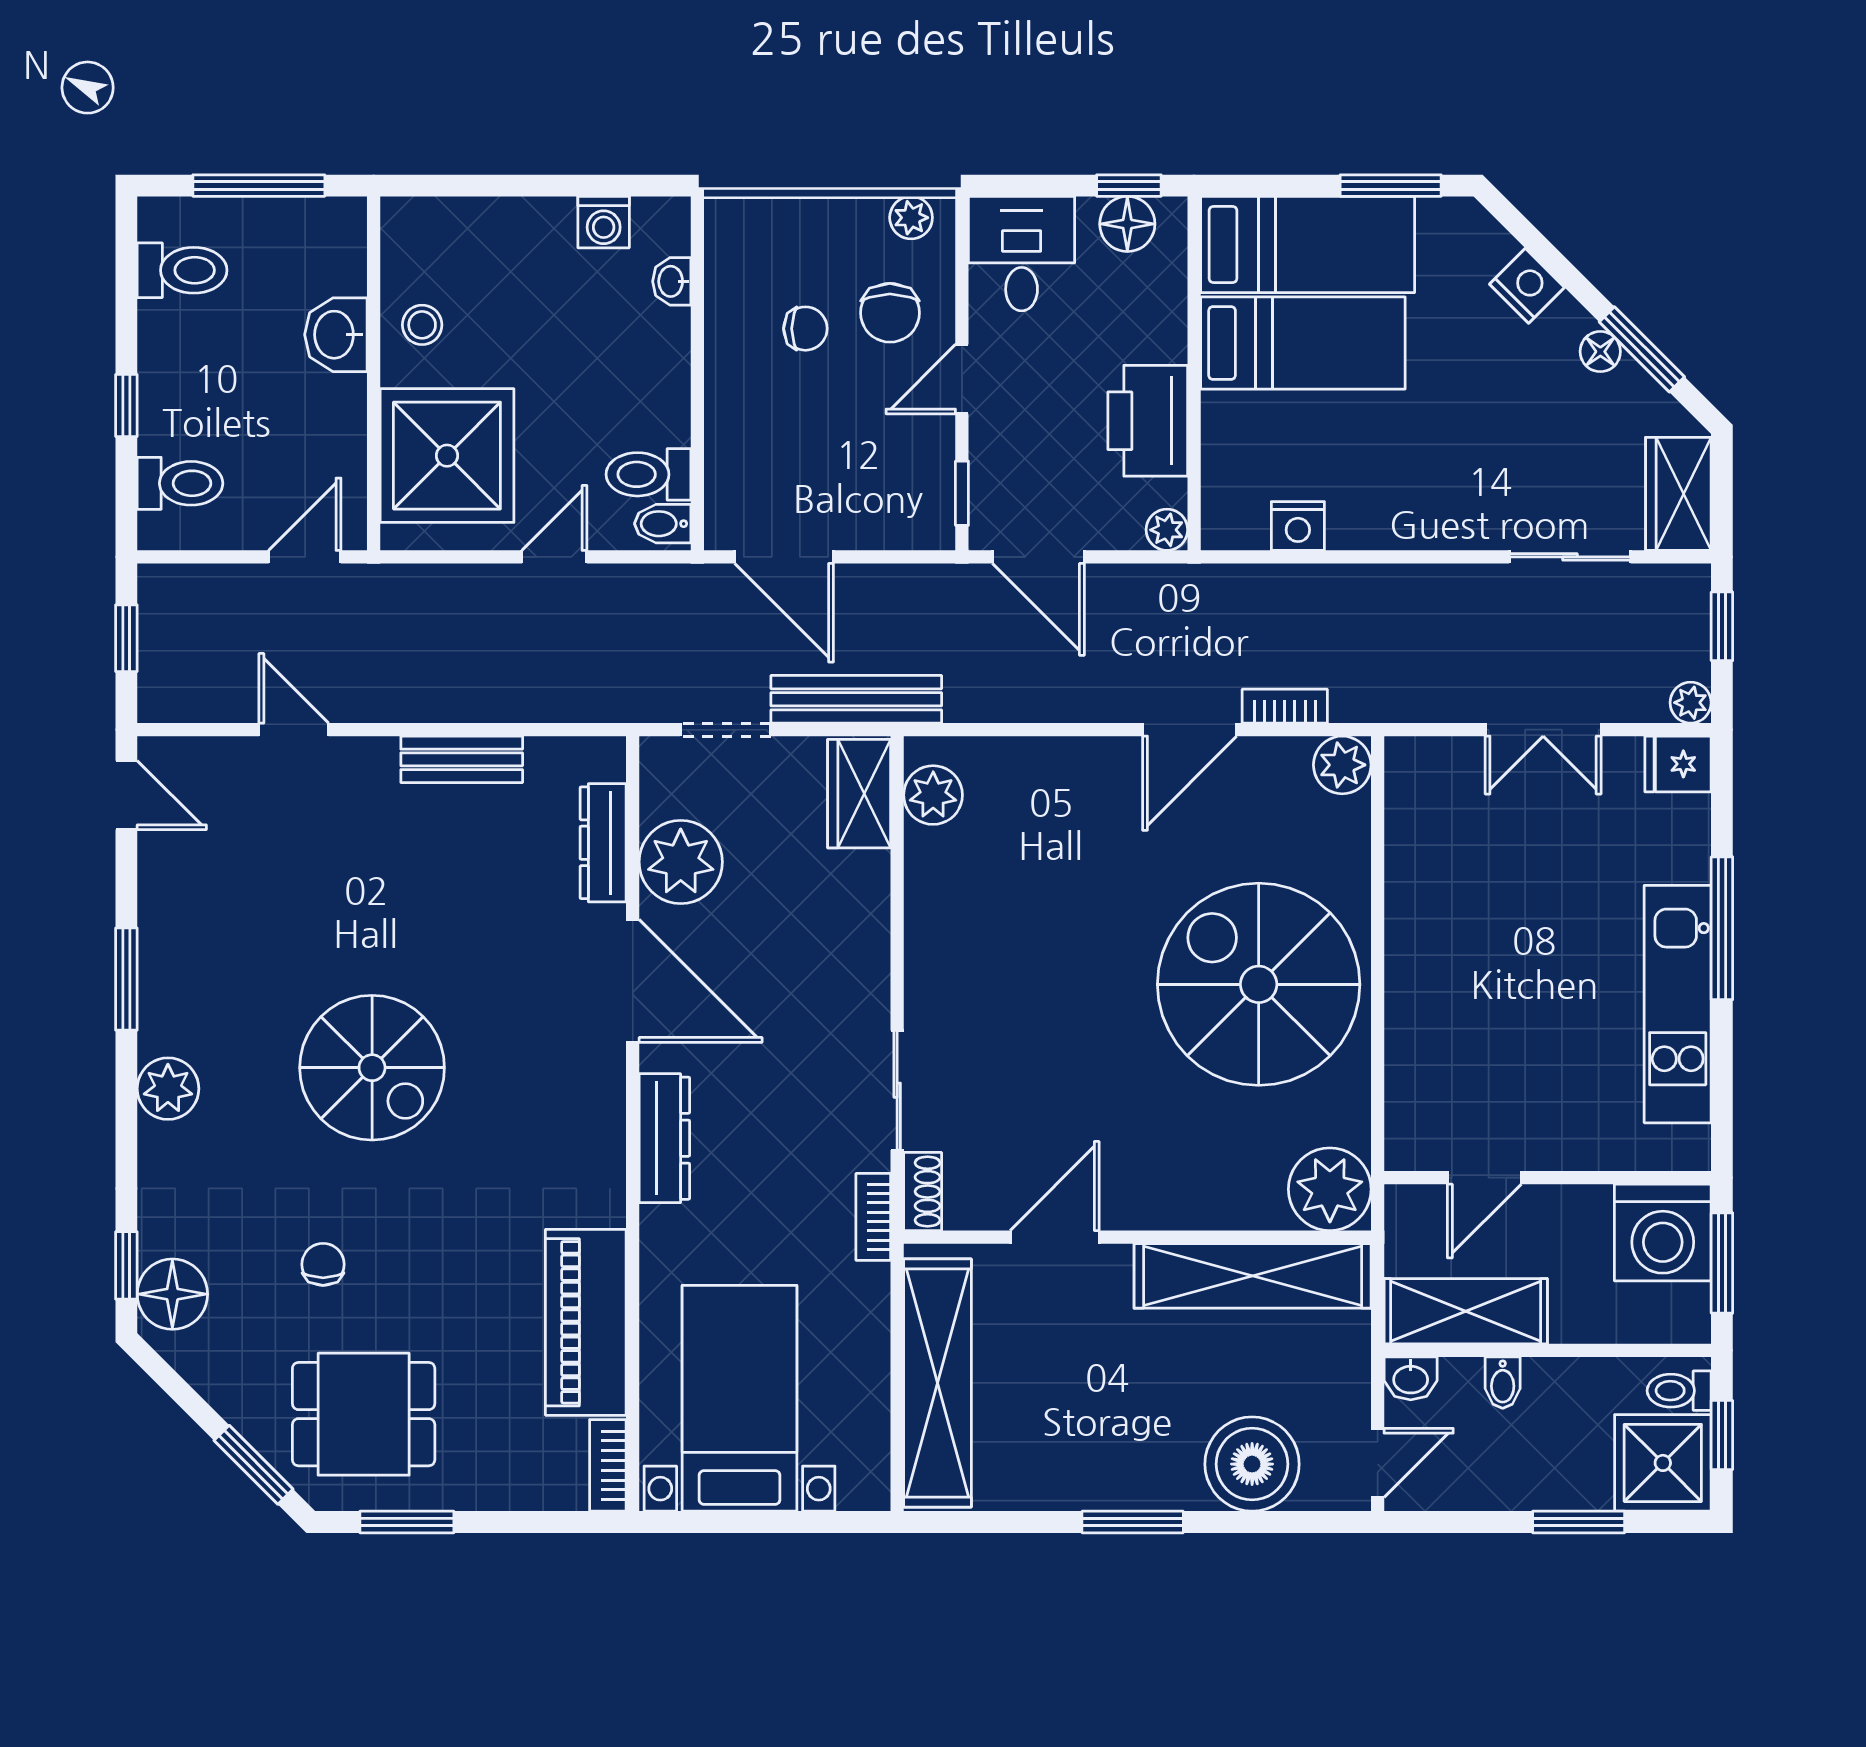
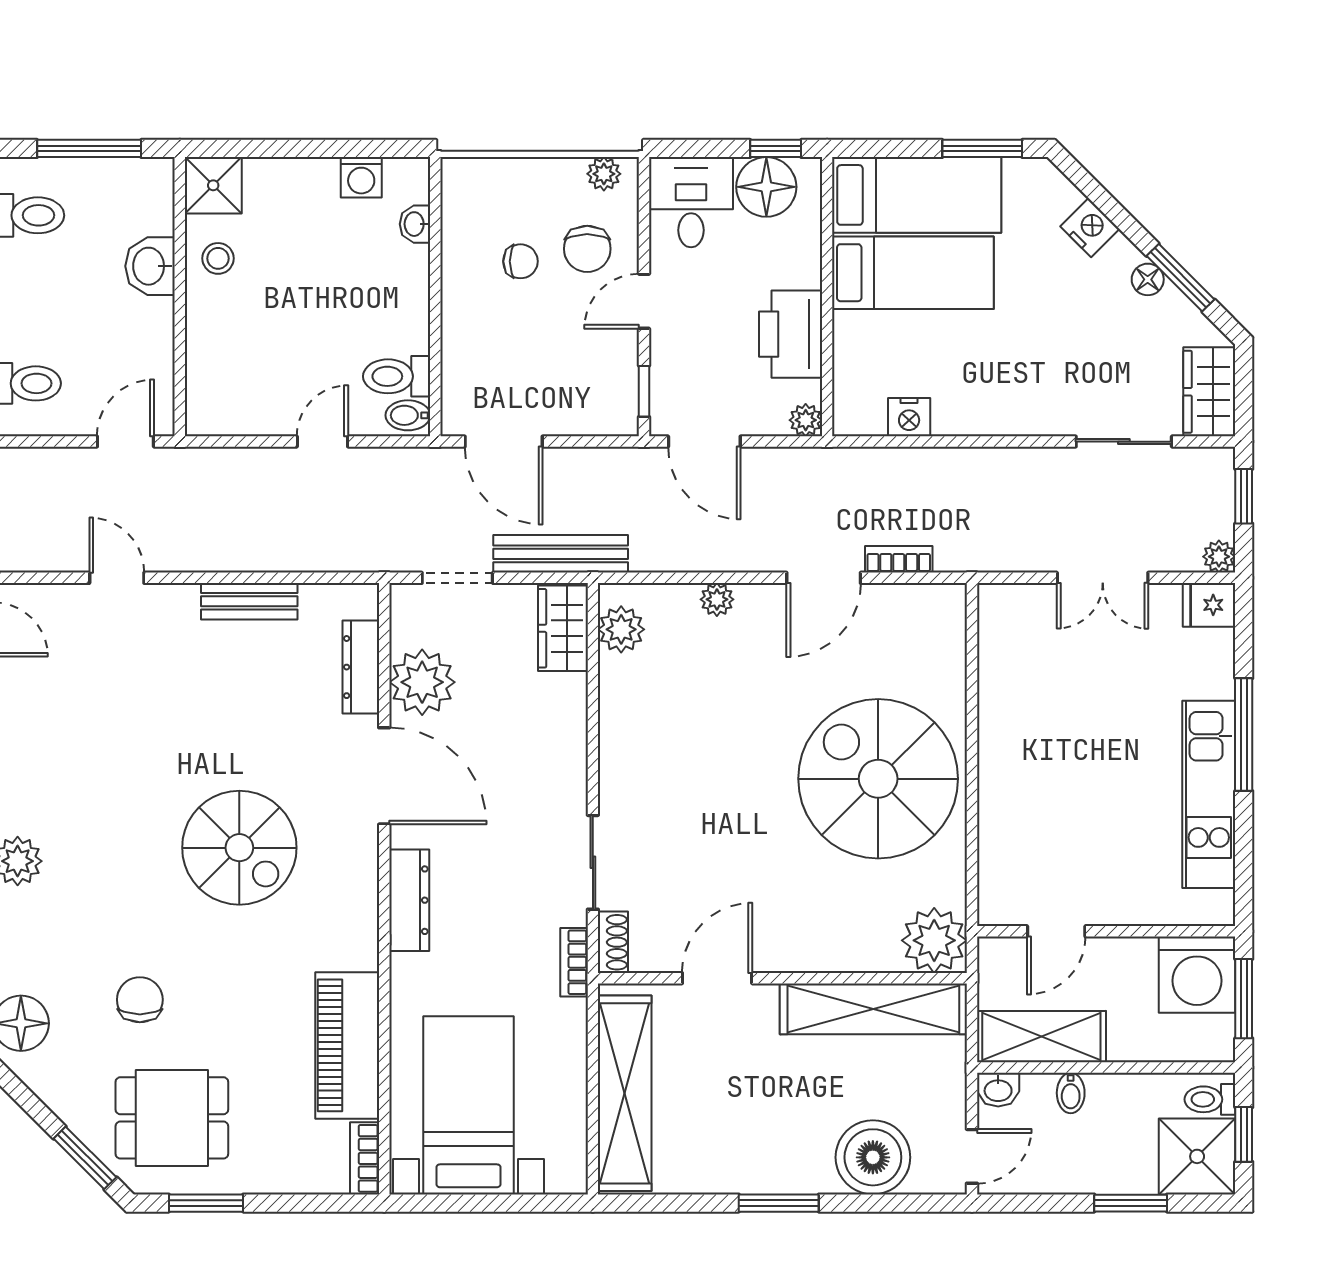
floor lamp: (1127, 224) -> (766, 187), width x1.38, depth x1.38
shower: (447, 456) -> (213, 185), moved, width x0.54, depth x0.54
plant: (1342, 765) -> (717, 599), moved, width x0.73, depth x0.73
spiral stairs: (372, 1068) -> (239, 848), moved
chair: (323, 1264) -> (140, 1000), width x1.37, depth x1.37

